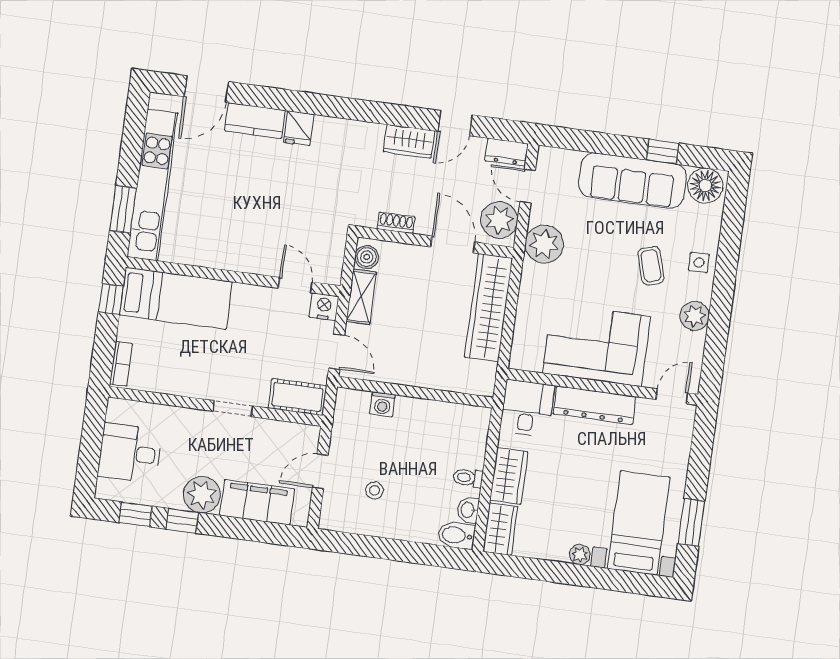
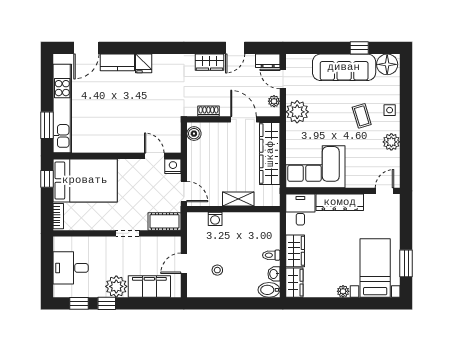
plant: (499, 220) -> (274, 101), width x0.53, depth x0.53
shelving: (361, 297) -> (238, 199), moved, turned 90
bed: (176, 298) -> (85, 180), width x1.50
corner sofa: (597, 345) -> (315, 167), moved

